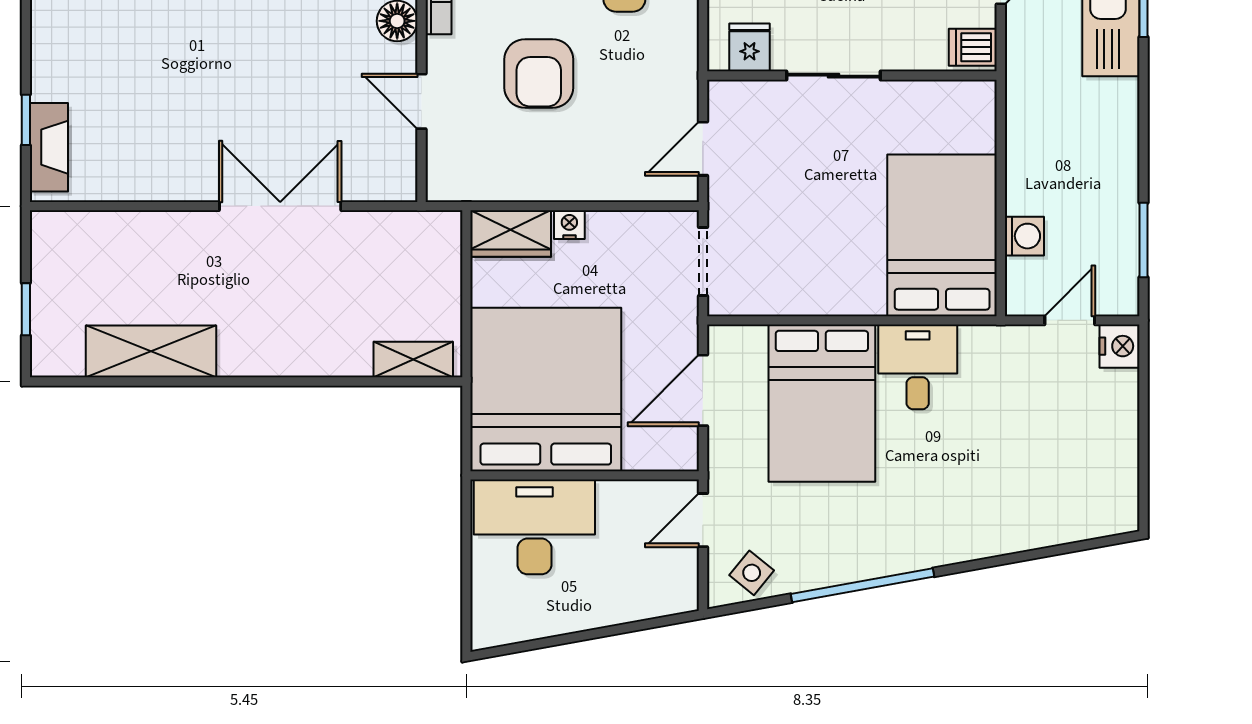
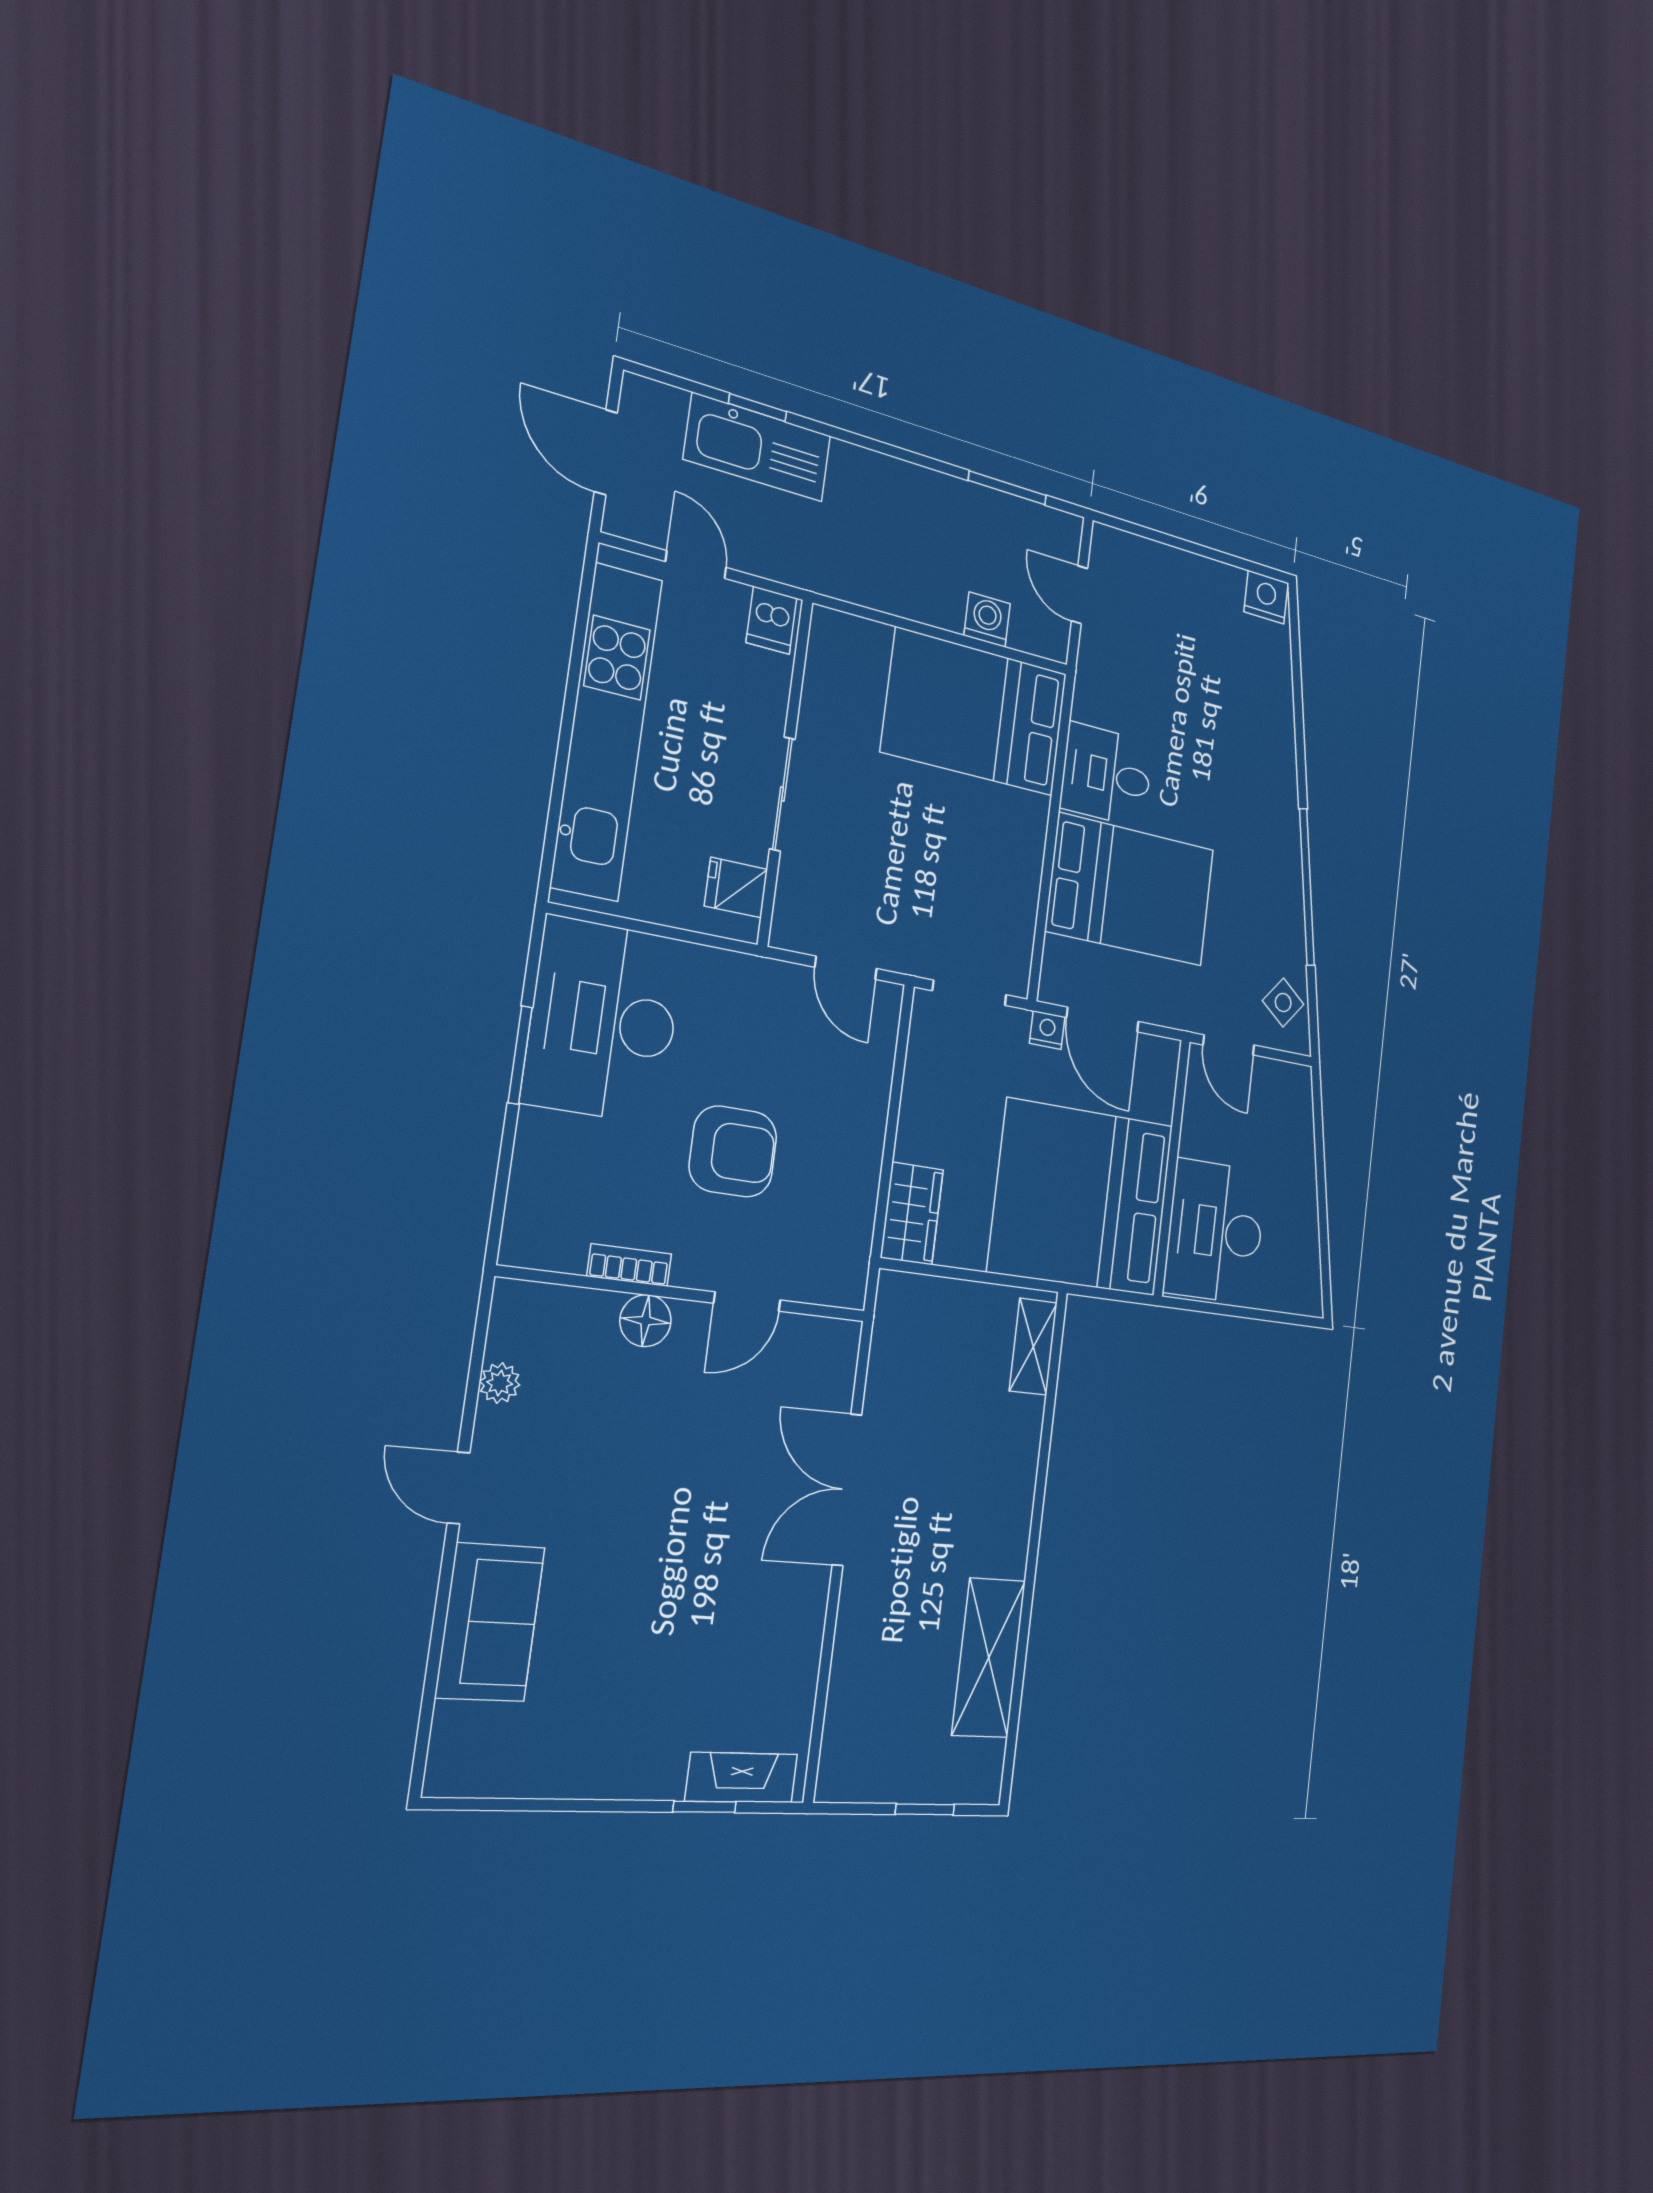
nightstand: (569, 225) -> (1047, 1030), moved, turned 90
nightstand: (1119, 346) -> (1266, 597), moved

